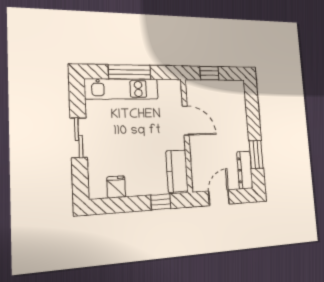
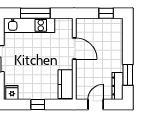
window: (209, 73) -> (106, 13), moved
fridge: (116, 187) -> (12, 93), moved
window: (161, 202) -> (38, 105), moved

